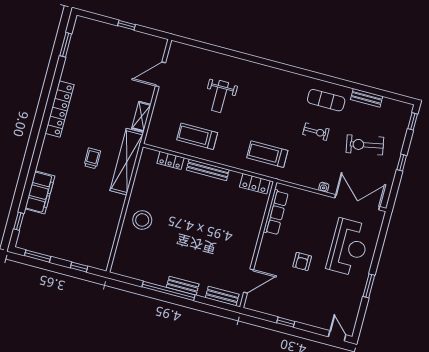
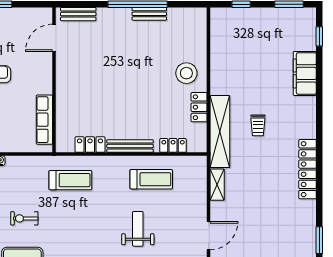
locker: (255, 184) -> (90, 145), moved
locker: (139, 188) -> (199, 107), added
bench: (183, 286) -> (149, 14), moved

